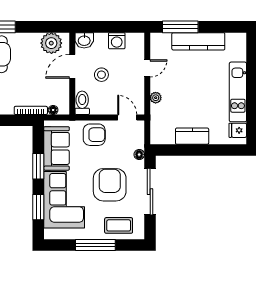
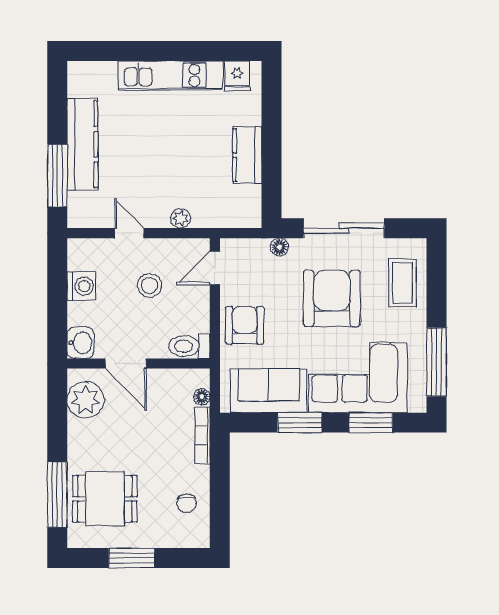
stool: (101, 75) -> (149, 285), moved
armchair: (110, 185) -> (332, 298), turned 90
window: (95, 245) -> (436, 362), moved

